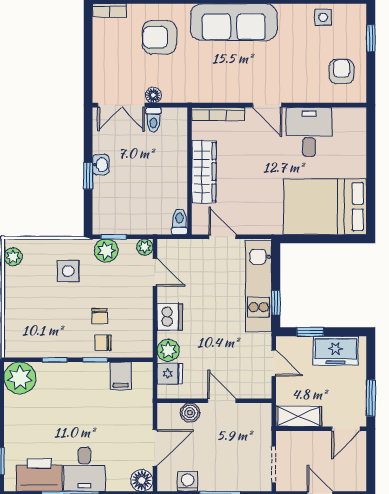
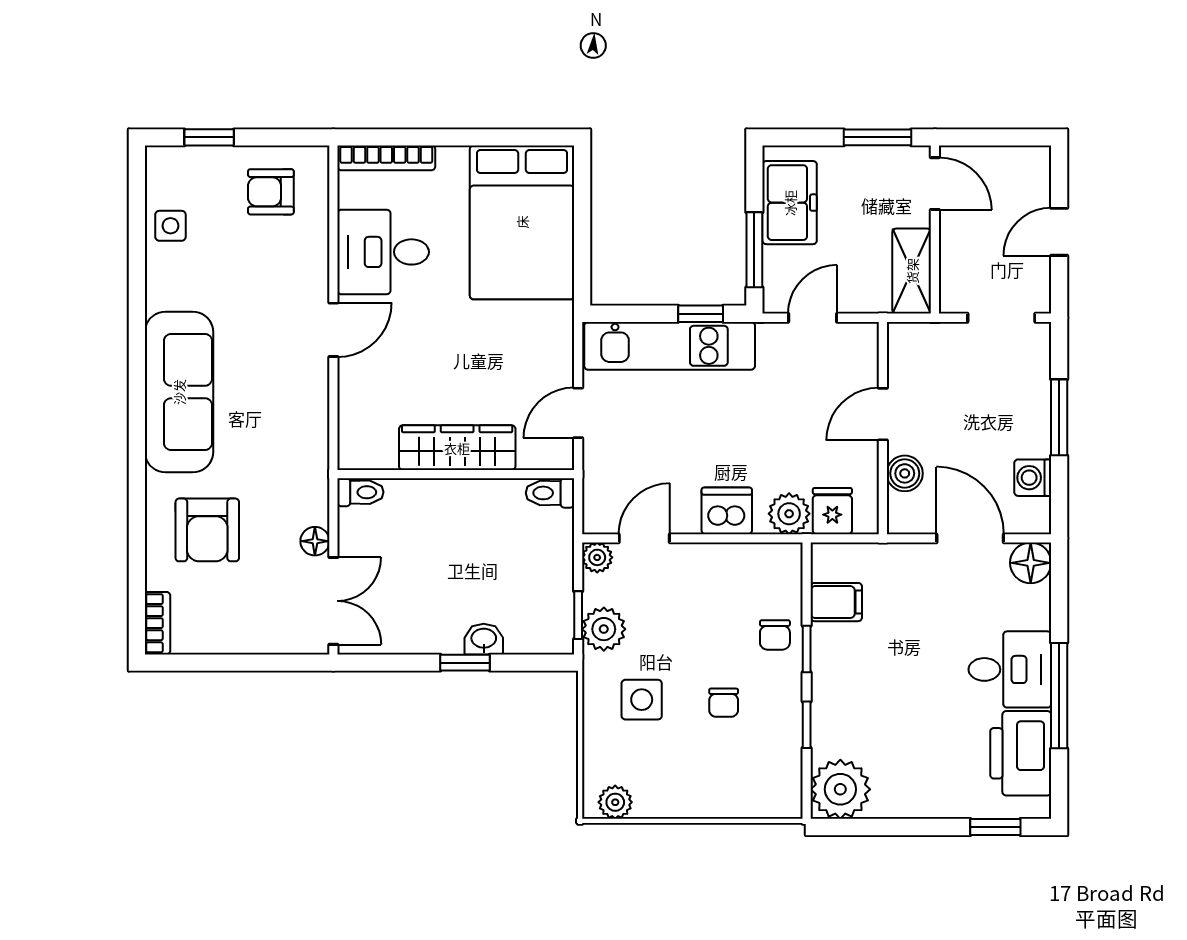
bookcase: (218, 114) -> (386, 158), moved, turned 90
toilet: (153, 120) -> (360, 492), moved
washbasin: (101, 165) -> (484, 639), moved
chair: (100, 316) -> (724, 703), moved, turned 90
window: (310, 332) -> (754, 250), width x1.50

